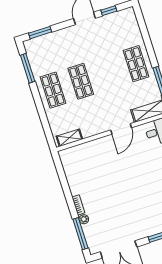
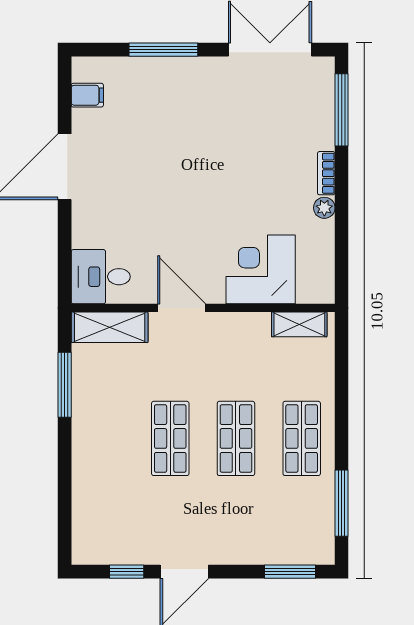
shop shelf: (136, 64) -> (170, 438), moved
door: (121, 129) -> (182, 308), hinge flipped
corner desk: (93, 156) -> (261, 269), added
plant: (84, 219) -> (324, 208), moved

